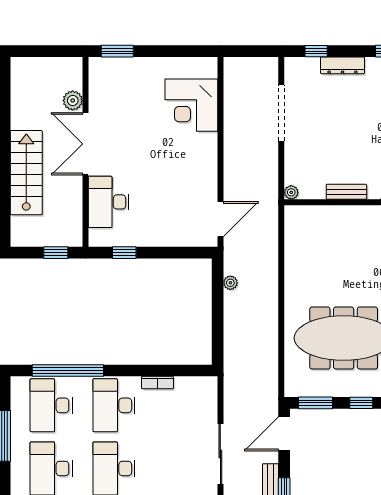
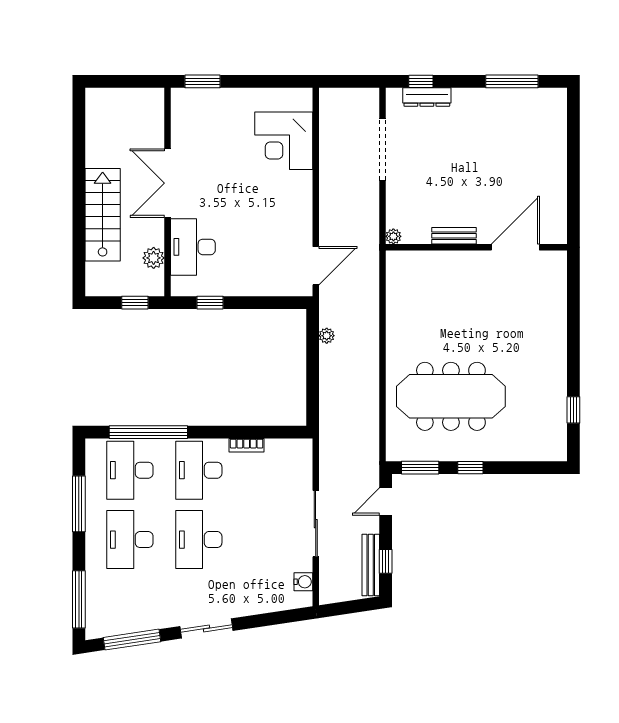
dresser: (342, 65) -> (427, 97), moved
plant: (73, 100) -> (154, 258), moved
door: (284, 434) -> (386, 502), width x0.73

